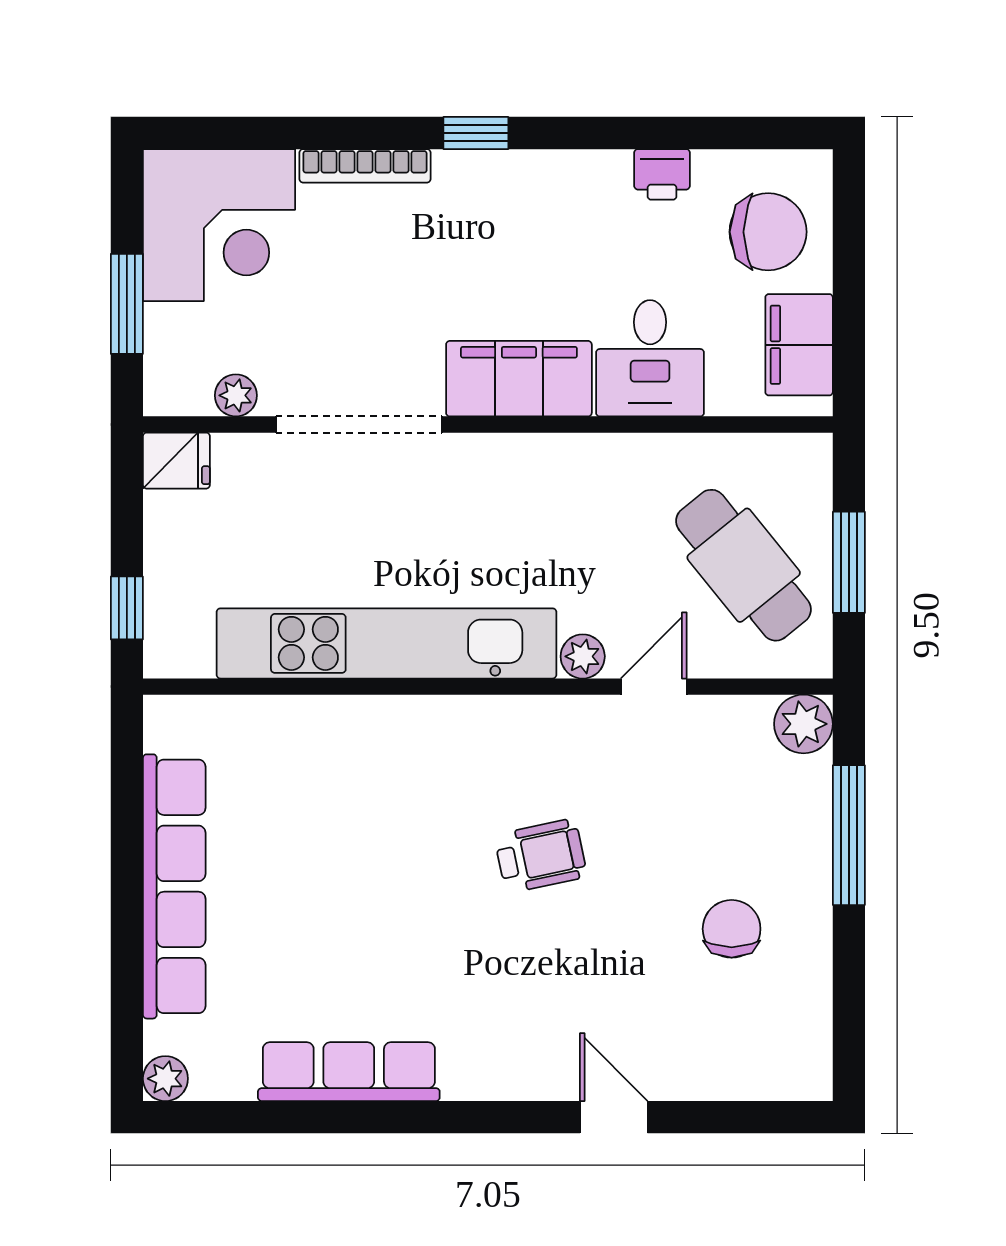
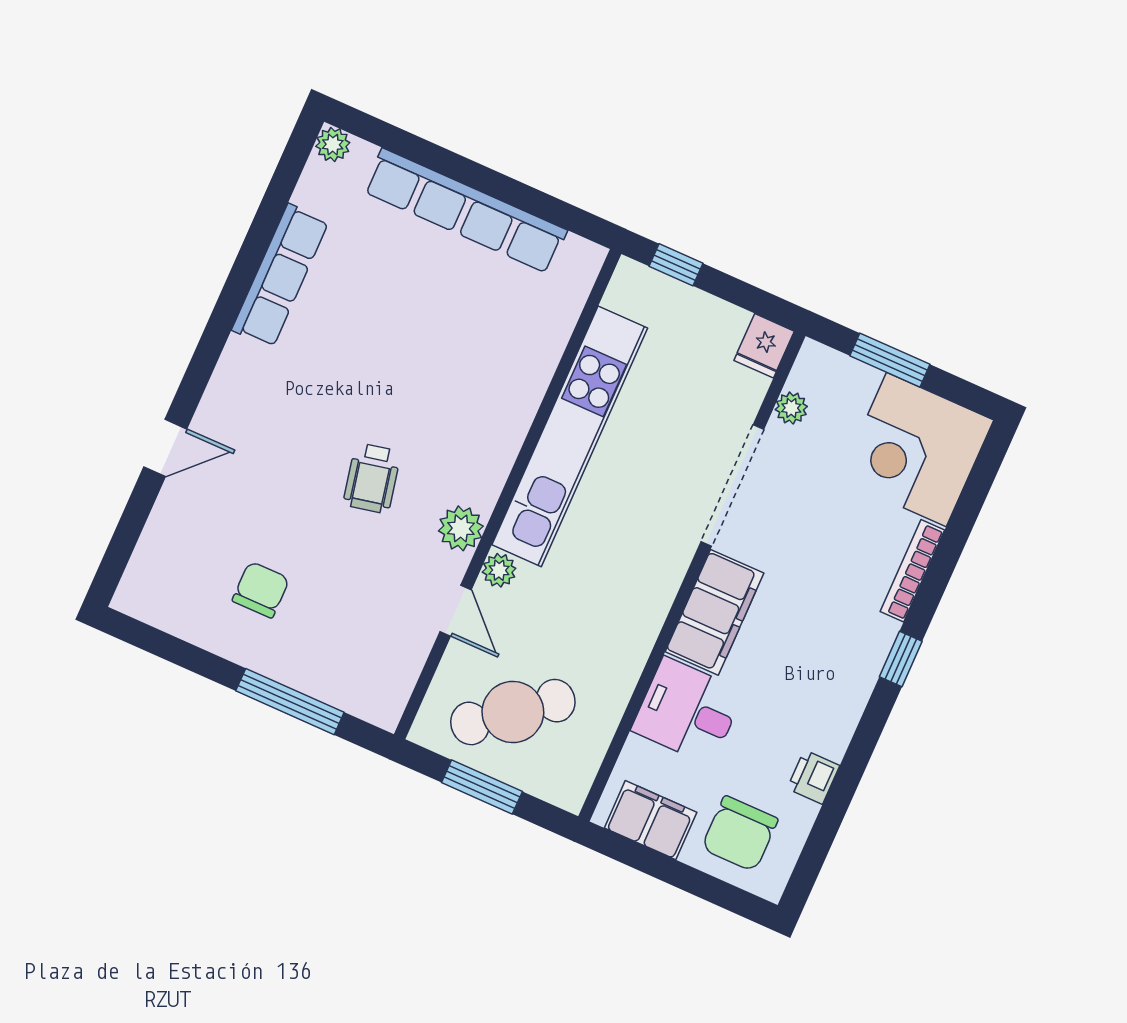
plant: (803, 724) -> (461, 528), moved
chair: (732, 929) -> (261, 590), turned -90

